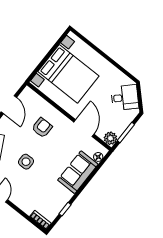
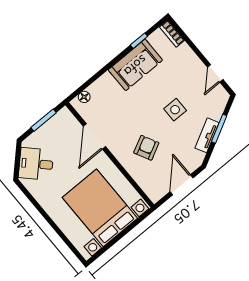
armchair: (42, 128) -> (146, 148), turned 153
plant: (110, 138) -> (64, 117), removed
sofa: (78, 172) -> (135, 65), moved

